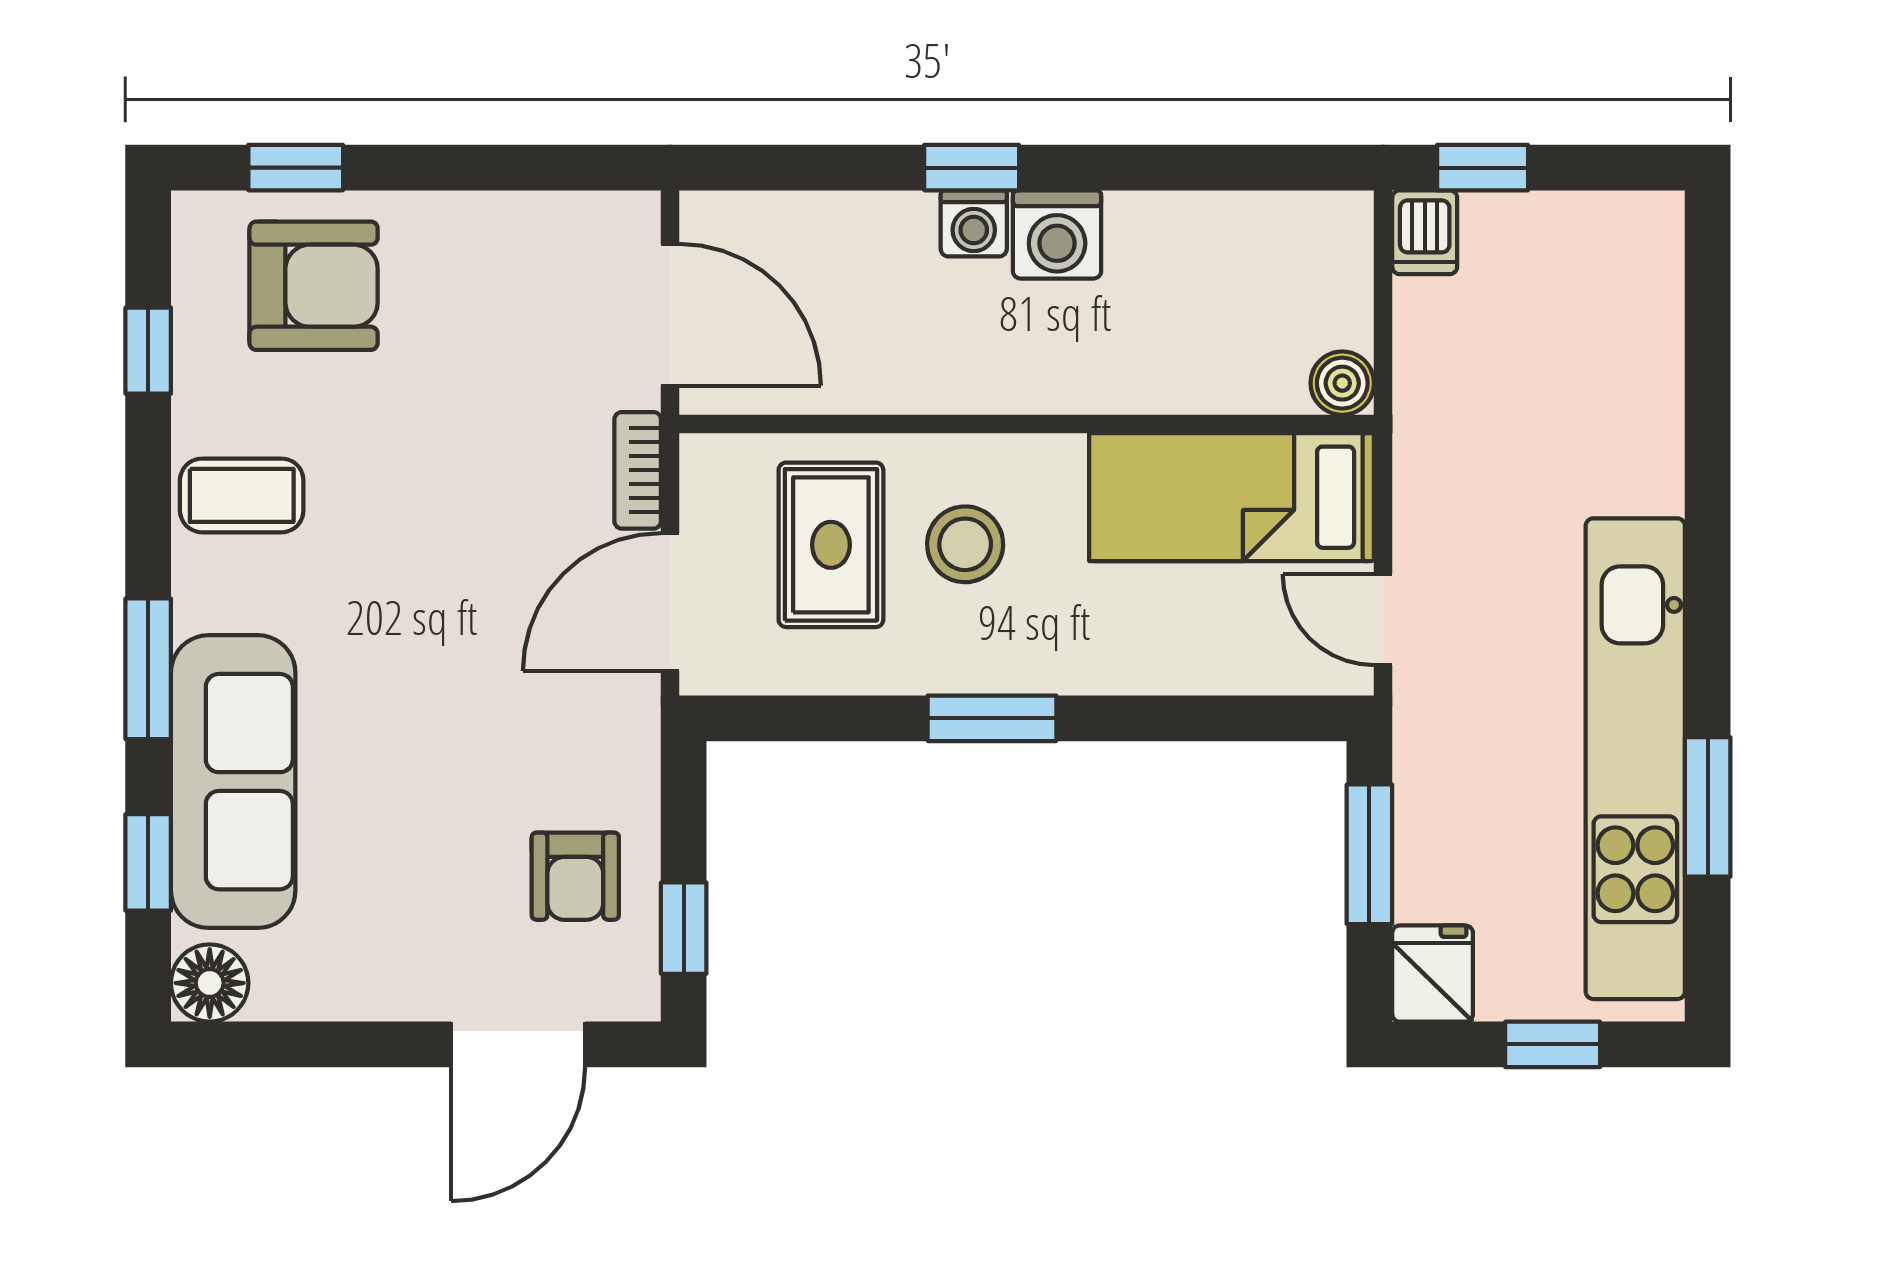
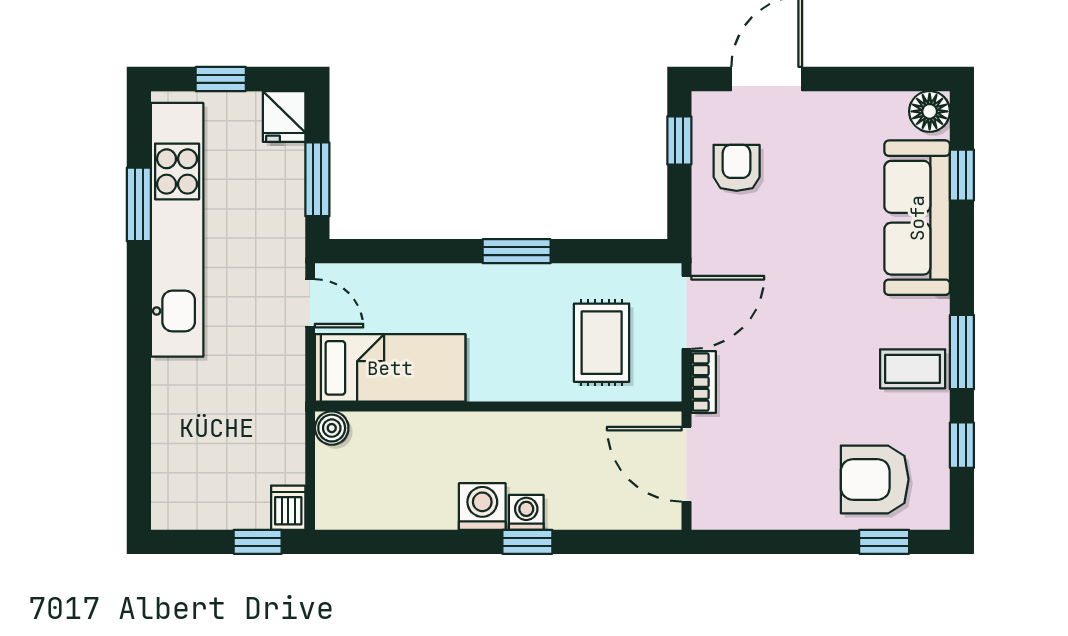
stool: (965, 544) -> (531, 343), removed
window: (148, 669) -> (962, 352), moved

